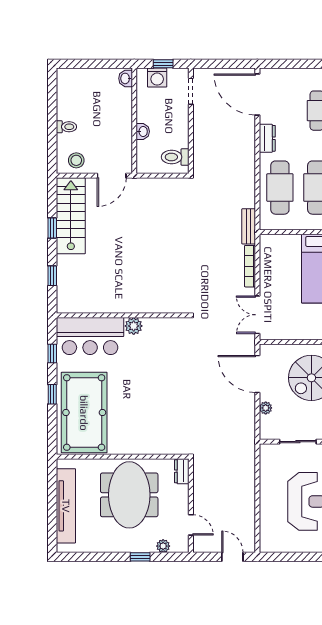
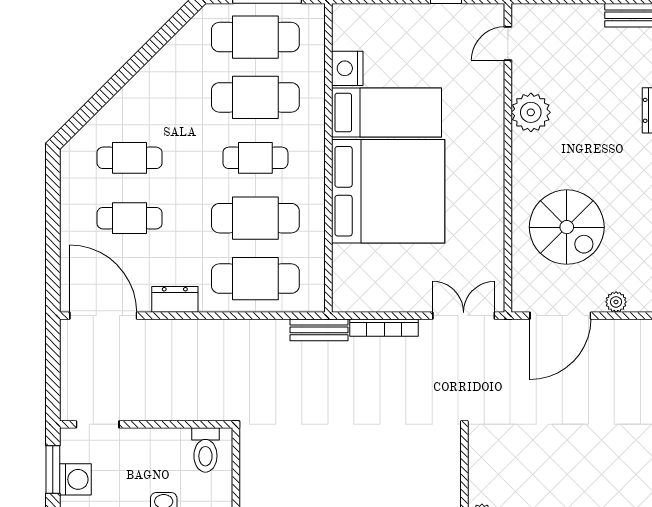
window: (163, 64) -> (53, 470), width x1.50
door: (257, 95) -> (103, 316), swing flipped
double door: (257, 315) -> (464, 316), swing flipped

